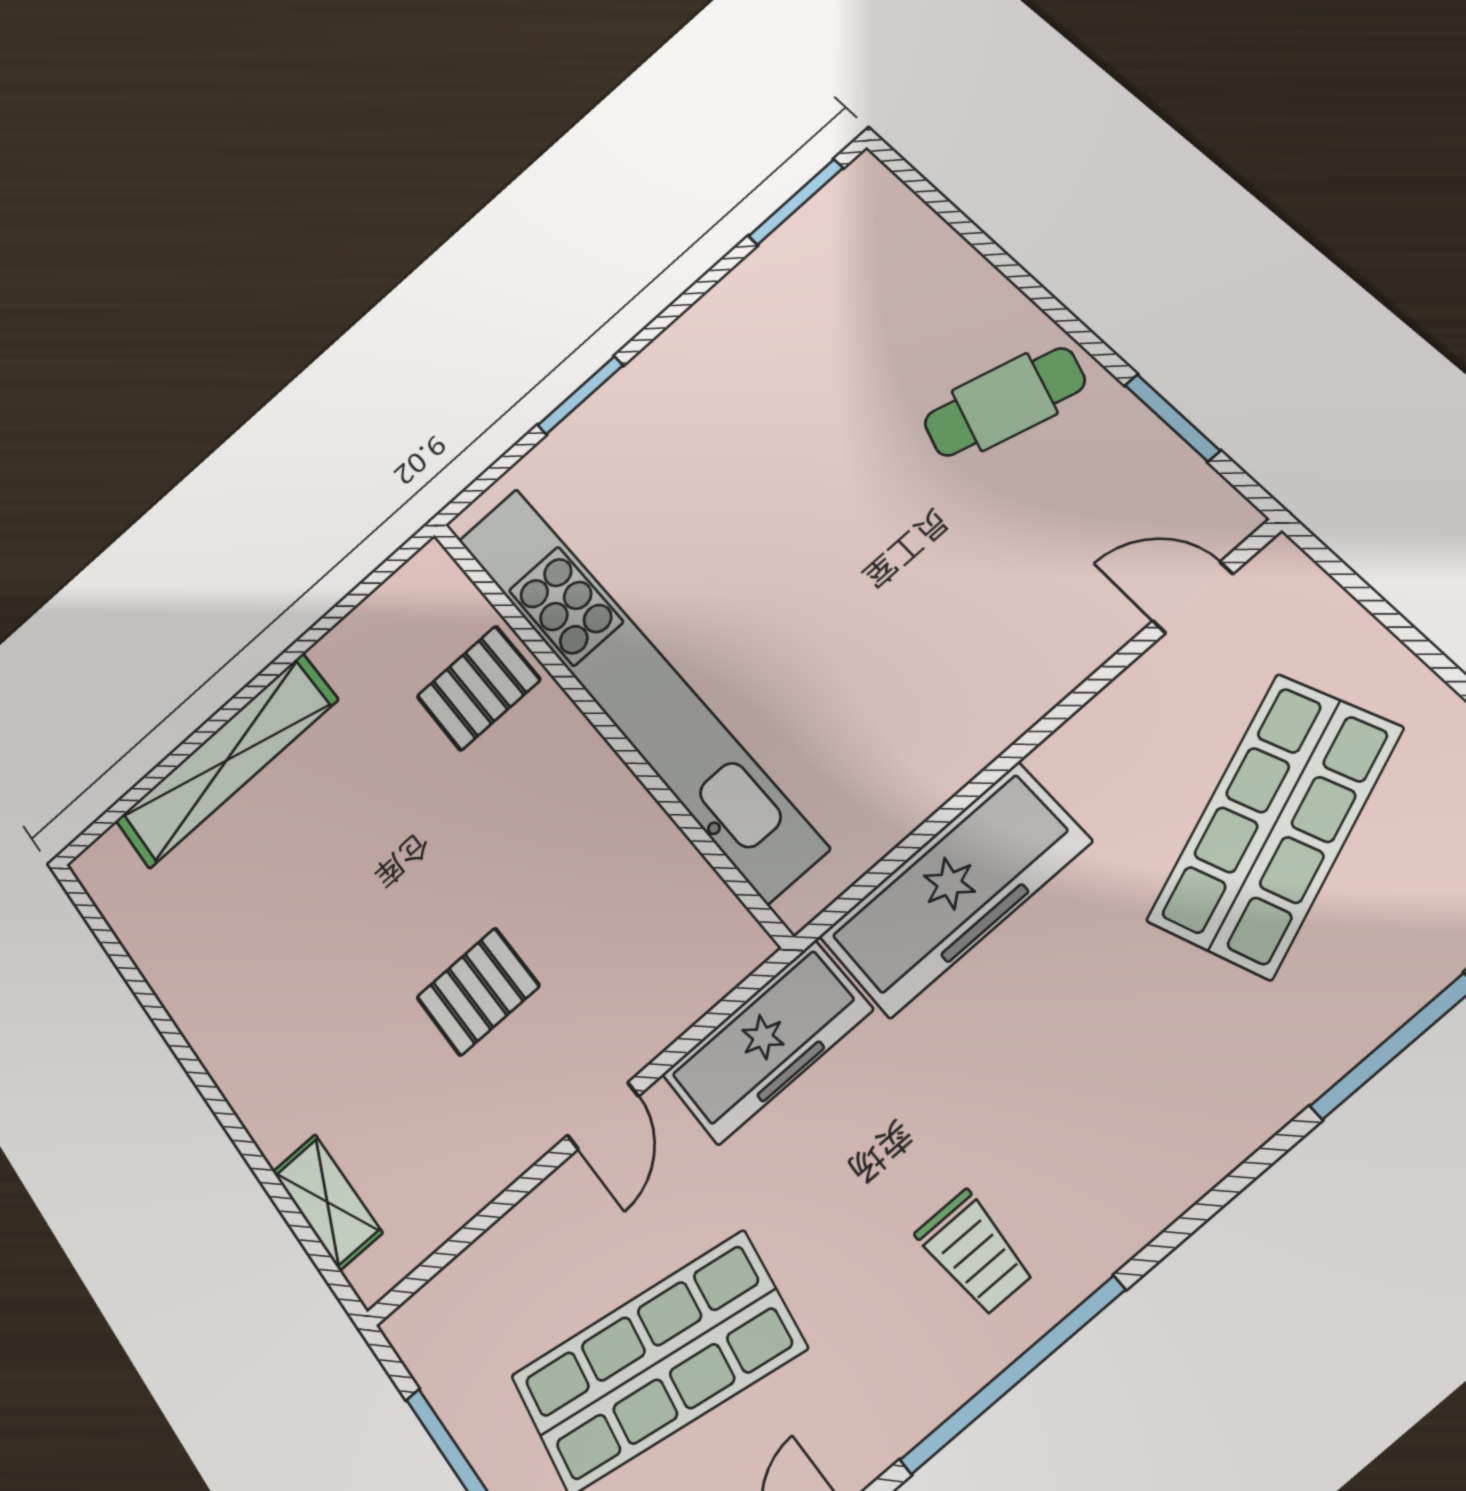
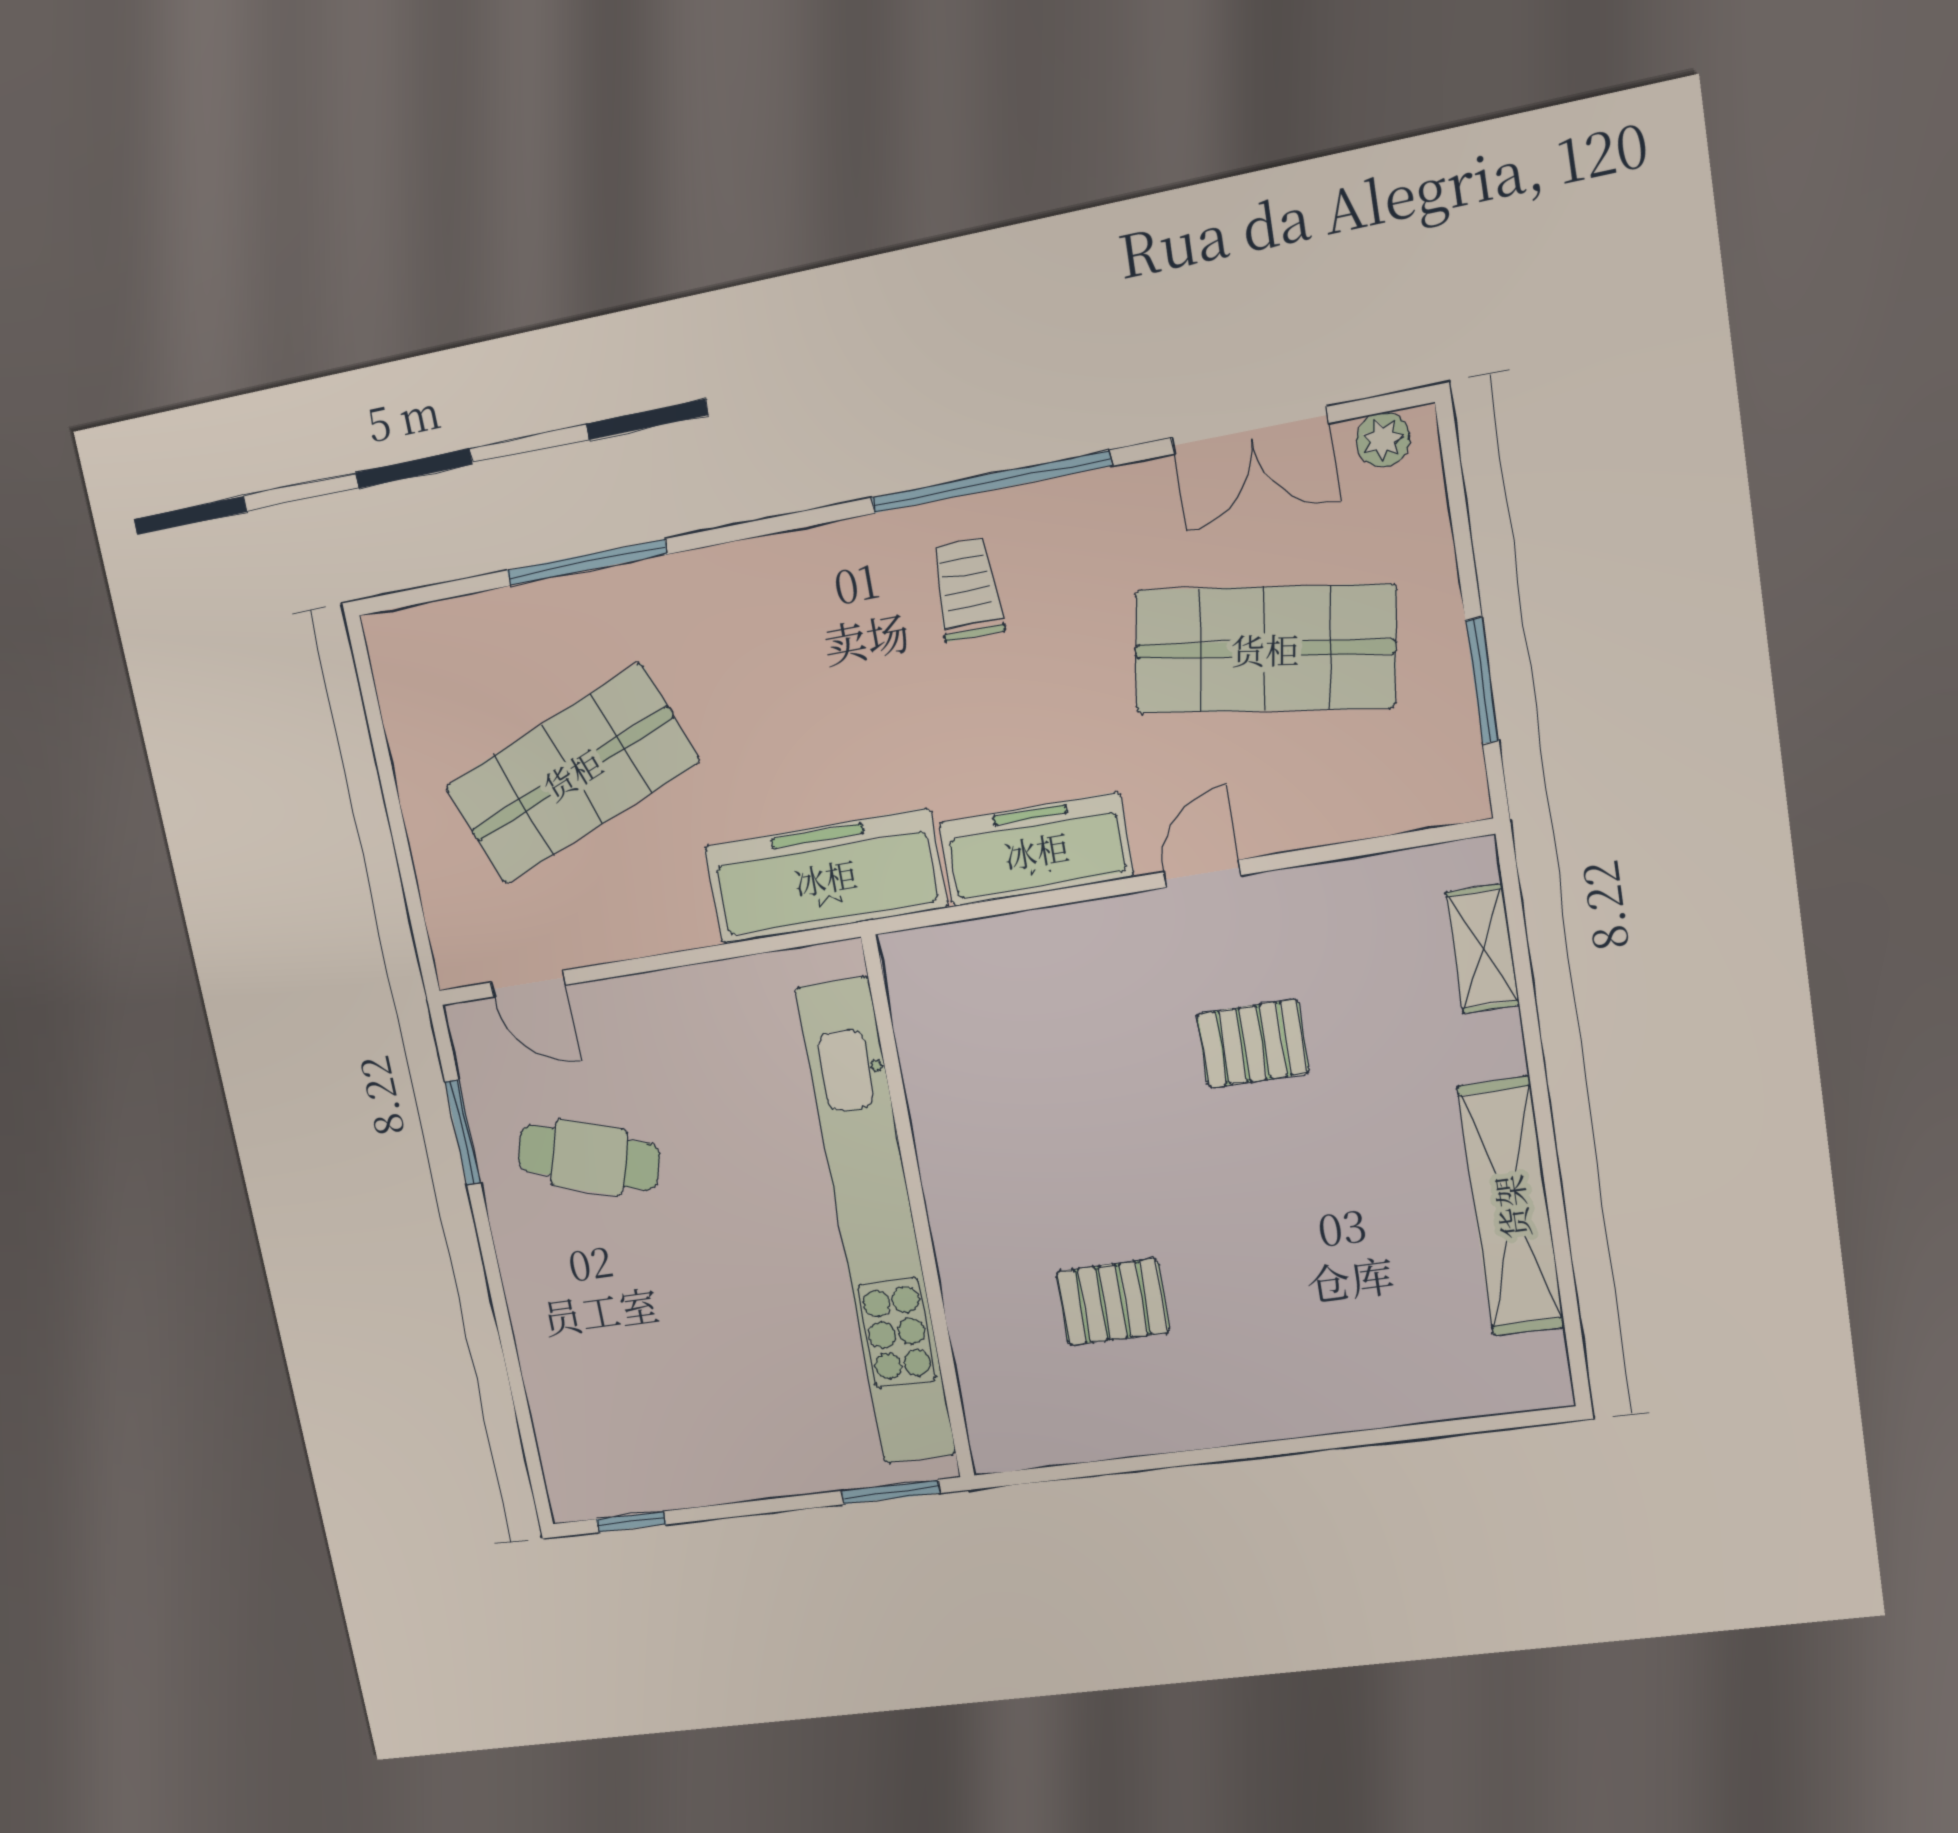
window: (796, 202) -> (631, 1522), width x0.67
cafe table: (1004, 402) -> (589, 1158), moved
kitchen unit: (636, 687) -> (877, 1224), moved
wall: (604, 725) -> (919, 1211), moved
shelving: (226, 760) -> (1511, 1207), moved, turned 90

